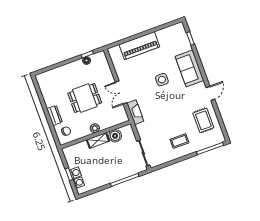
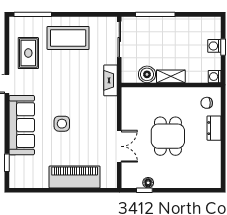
sofa: (189, 68) -> (22, 125), width x1.36
double door: (121, 92) -> (119, 146), moved
dining table: (85, 98) -> (168, 136), turned 90
fireplace: (135, 112) -> (111, 80), moved
plant: (95, 128) -> (169, 93), removed
coffee table: (179, 141) -> (68, 38), width x1.86, depth x1.72
washing machine: (79, 183) -> (215, 77), moved

